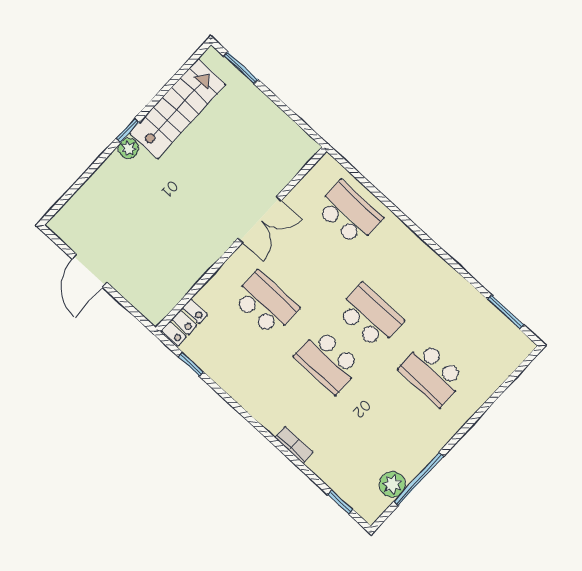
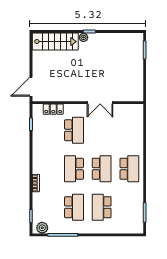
stairs: (178, 109) -> (55, 42), moved
school desk: (349, 213) -> (129, 169), moved
door: (90, 271) -> (31, 87), moved
locker: (184, 323) -> (53, 109), moved
school desk: (391, 419) -> (74, 207), added
plant: (392, 484) -> (42, 228), moved

